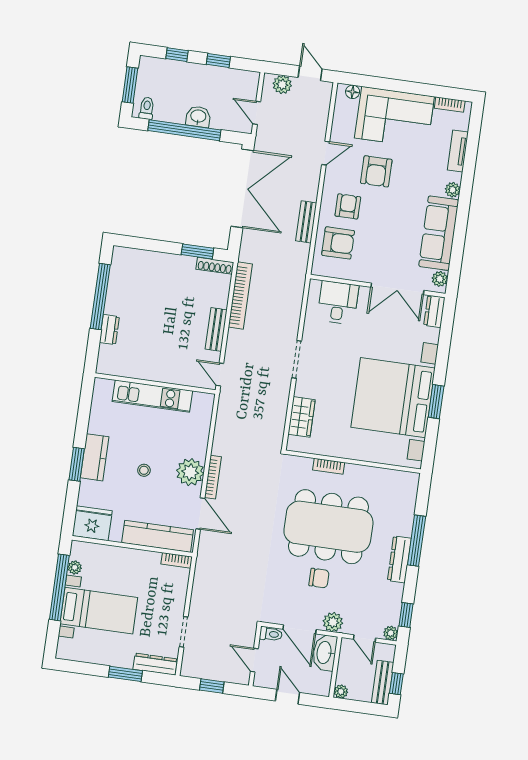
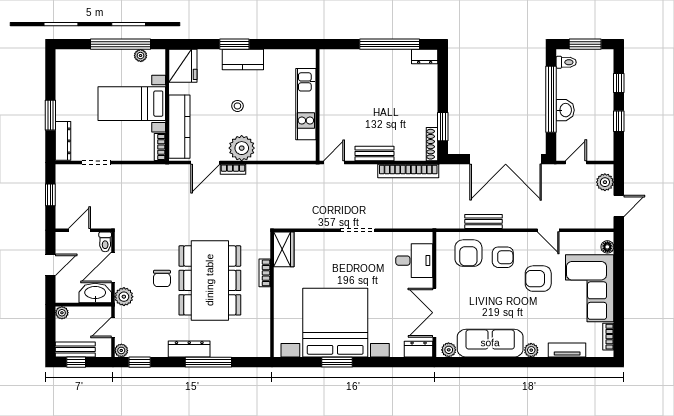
dresser: (109, 329) -> (425, 57), moved
wardrobe: (302, 417) -> (284, 249), moved, turned -90
bookcase: (213, 477) -> (233, 169), width x0.64
bed with nightstands: (99, 611) -> (132, 104), moved, turned 90

